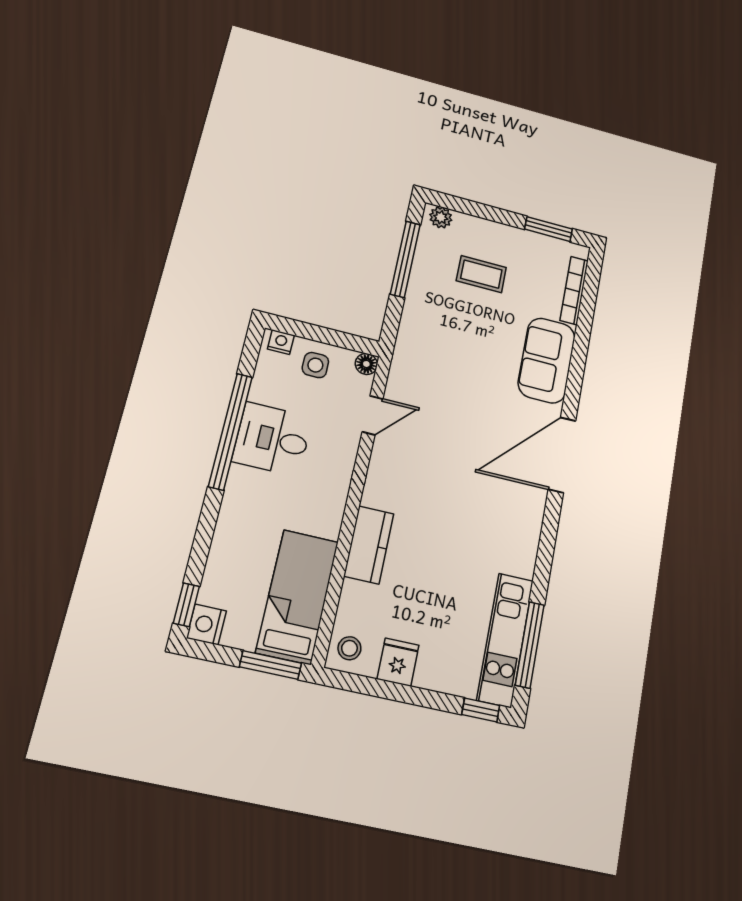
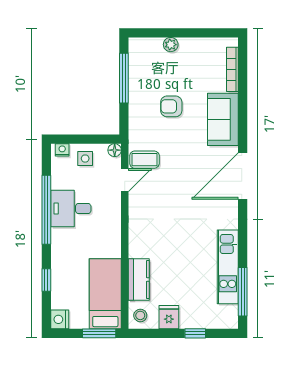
plant: (441, 217) -> (171, 45), moved
window: (549, 229) -> (209, 33), removed
coffee table: (481, 274) -> (144, 160), moved
armchair: (470, 320) -> (171, 106), added
kitchen counter: (369, 545) -> (139, 280), moved
window: (186, 605) -> (46, 280), moved
kitchen unit: (505, 640) -> (228, 267), moved
window: (481, 710) -> (195, 333), moved

